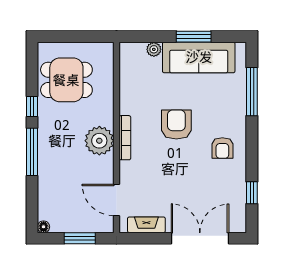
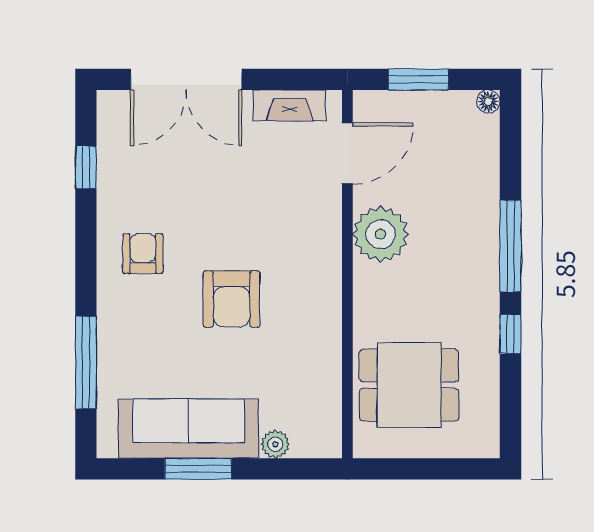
dining table: (66, 80) -> (409, 385), moved
bookcase: (125, 138) -> (331, 274), removed
plant: (99, 141) -> (381, 234), moved
door: (116, 200) -> (347, 153), hinge flipped

